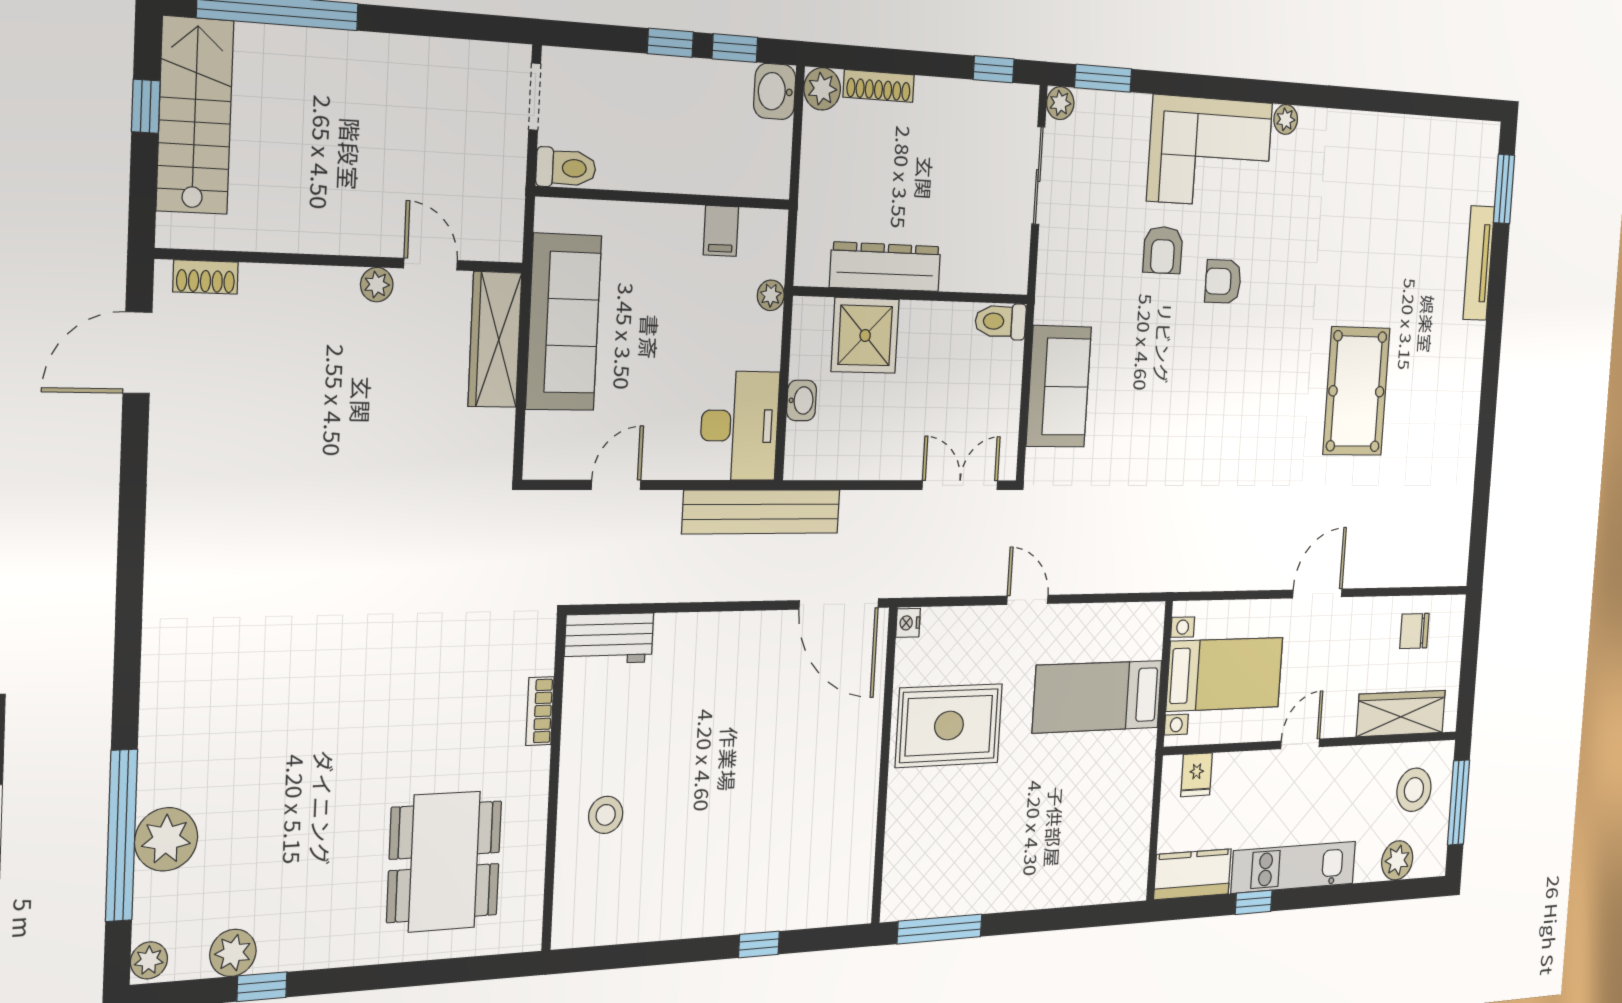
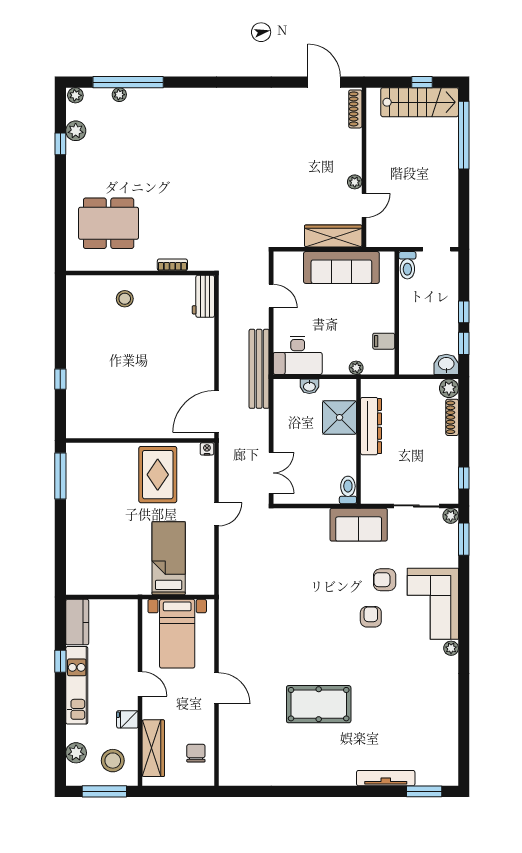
shoe rack: (206, 277) -> (355, 109), width x1.43
sofa: (1059, 387) -> (359, 525), moved
fridge: (1197, 775) -> (127, 719), moved
plant: (166, 839) -> (119, 95), width x0.53, depth x0.53

